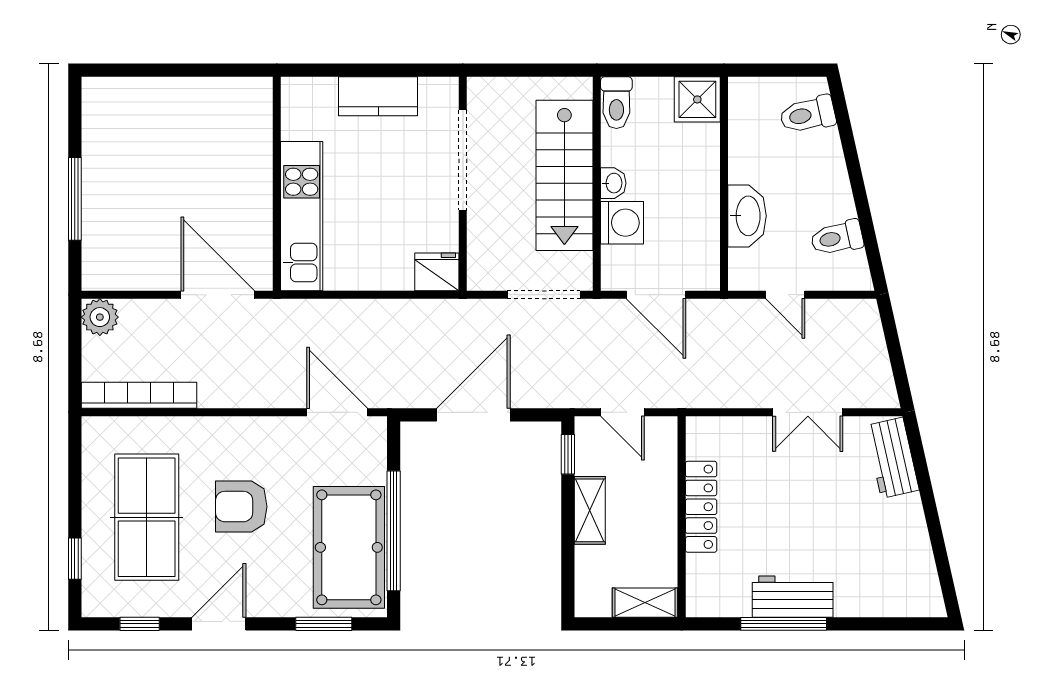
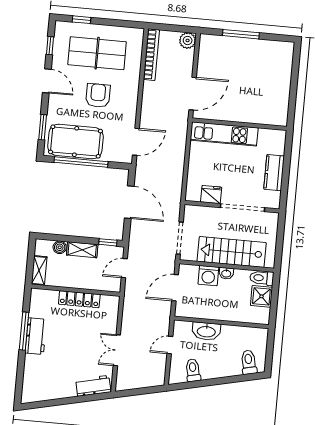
shower: (697, 99) -> (261, 296), moved
fridge: (437, 272) -> (211, 195), moved, turned -90
boiler: (589, 561) -> (60, 247), added

